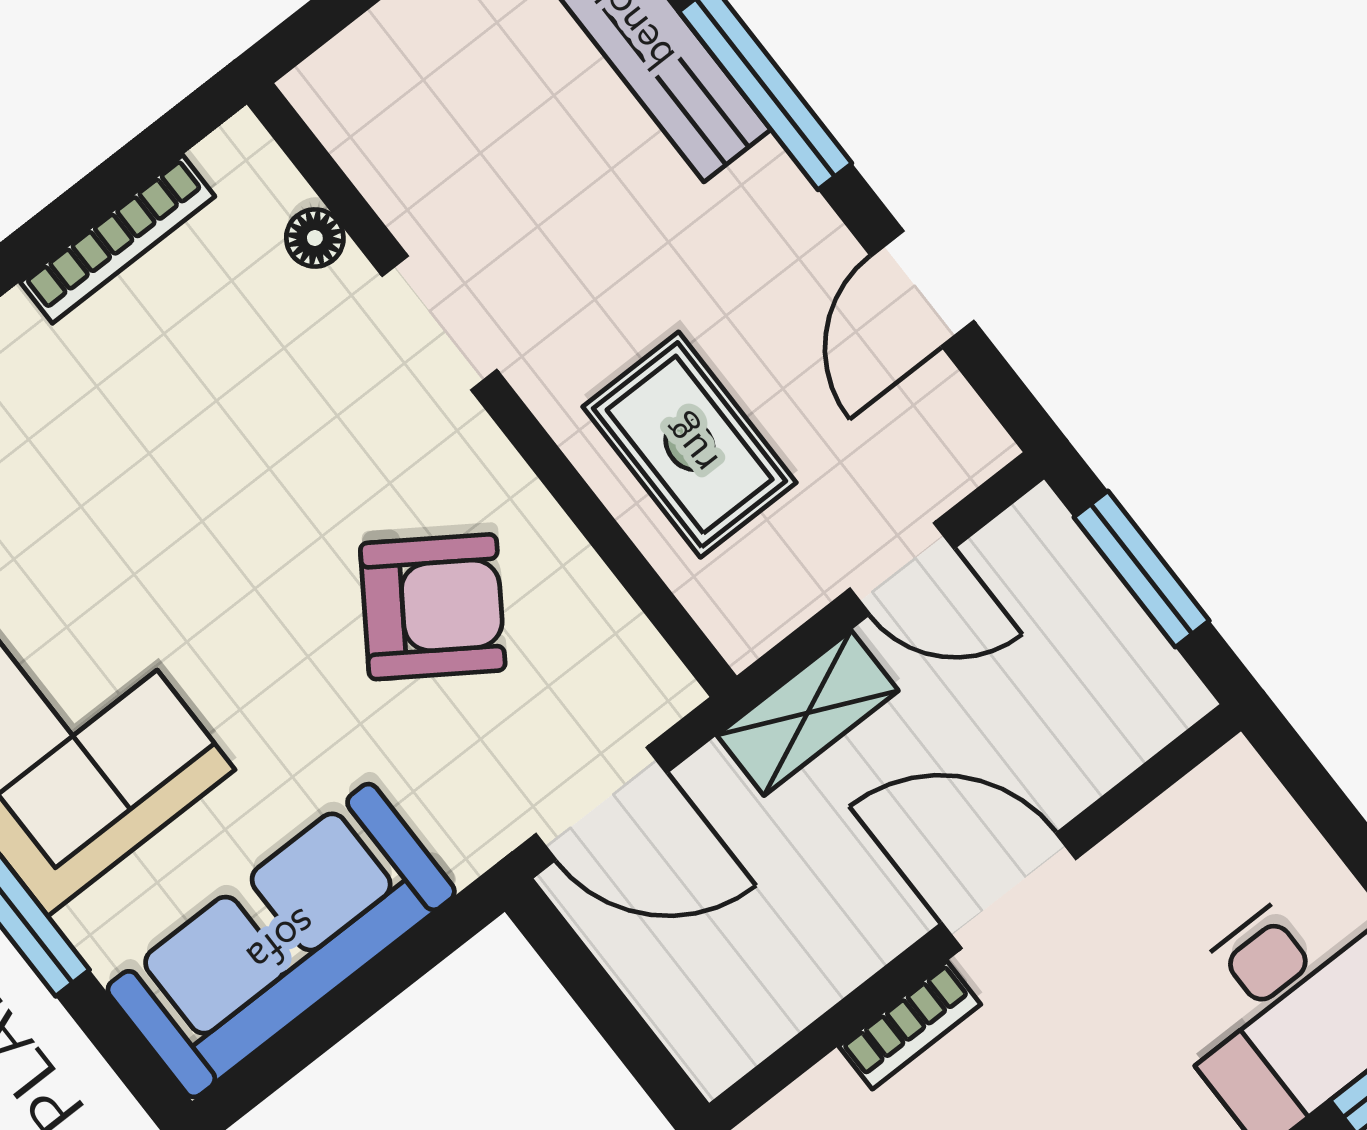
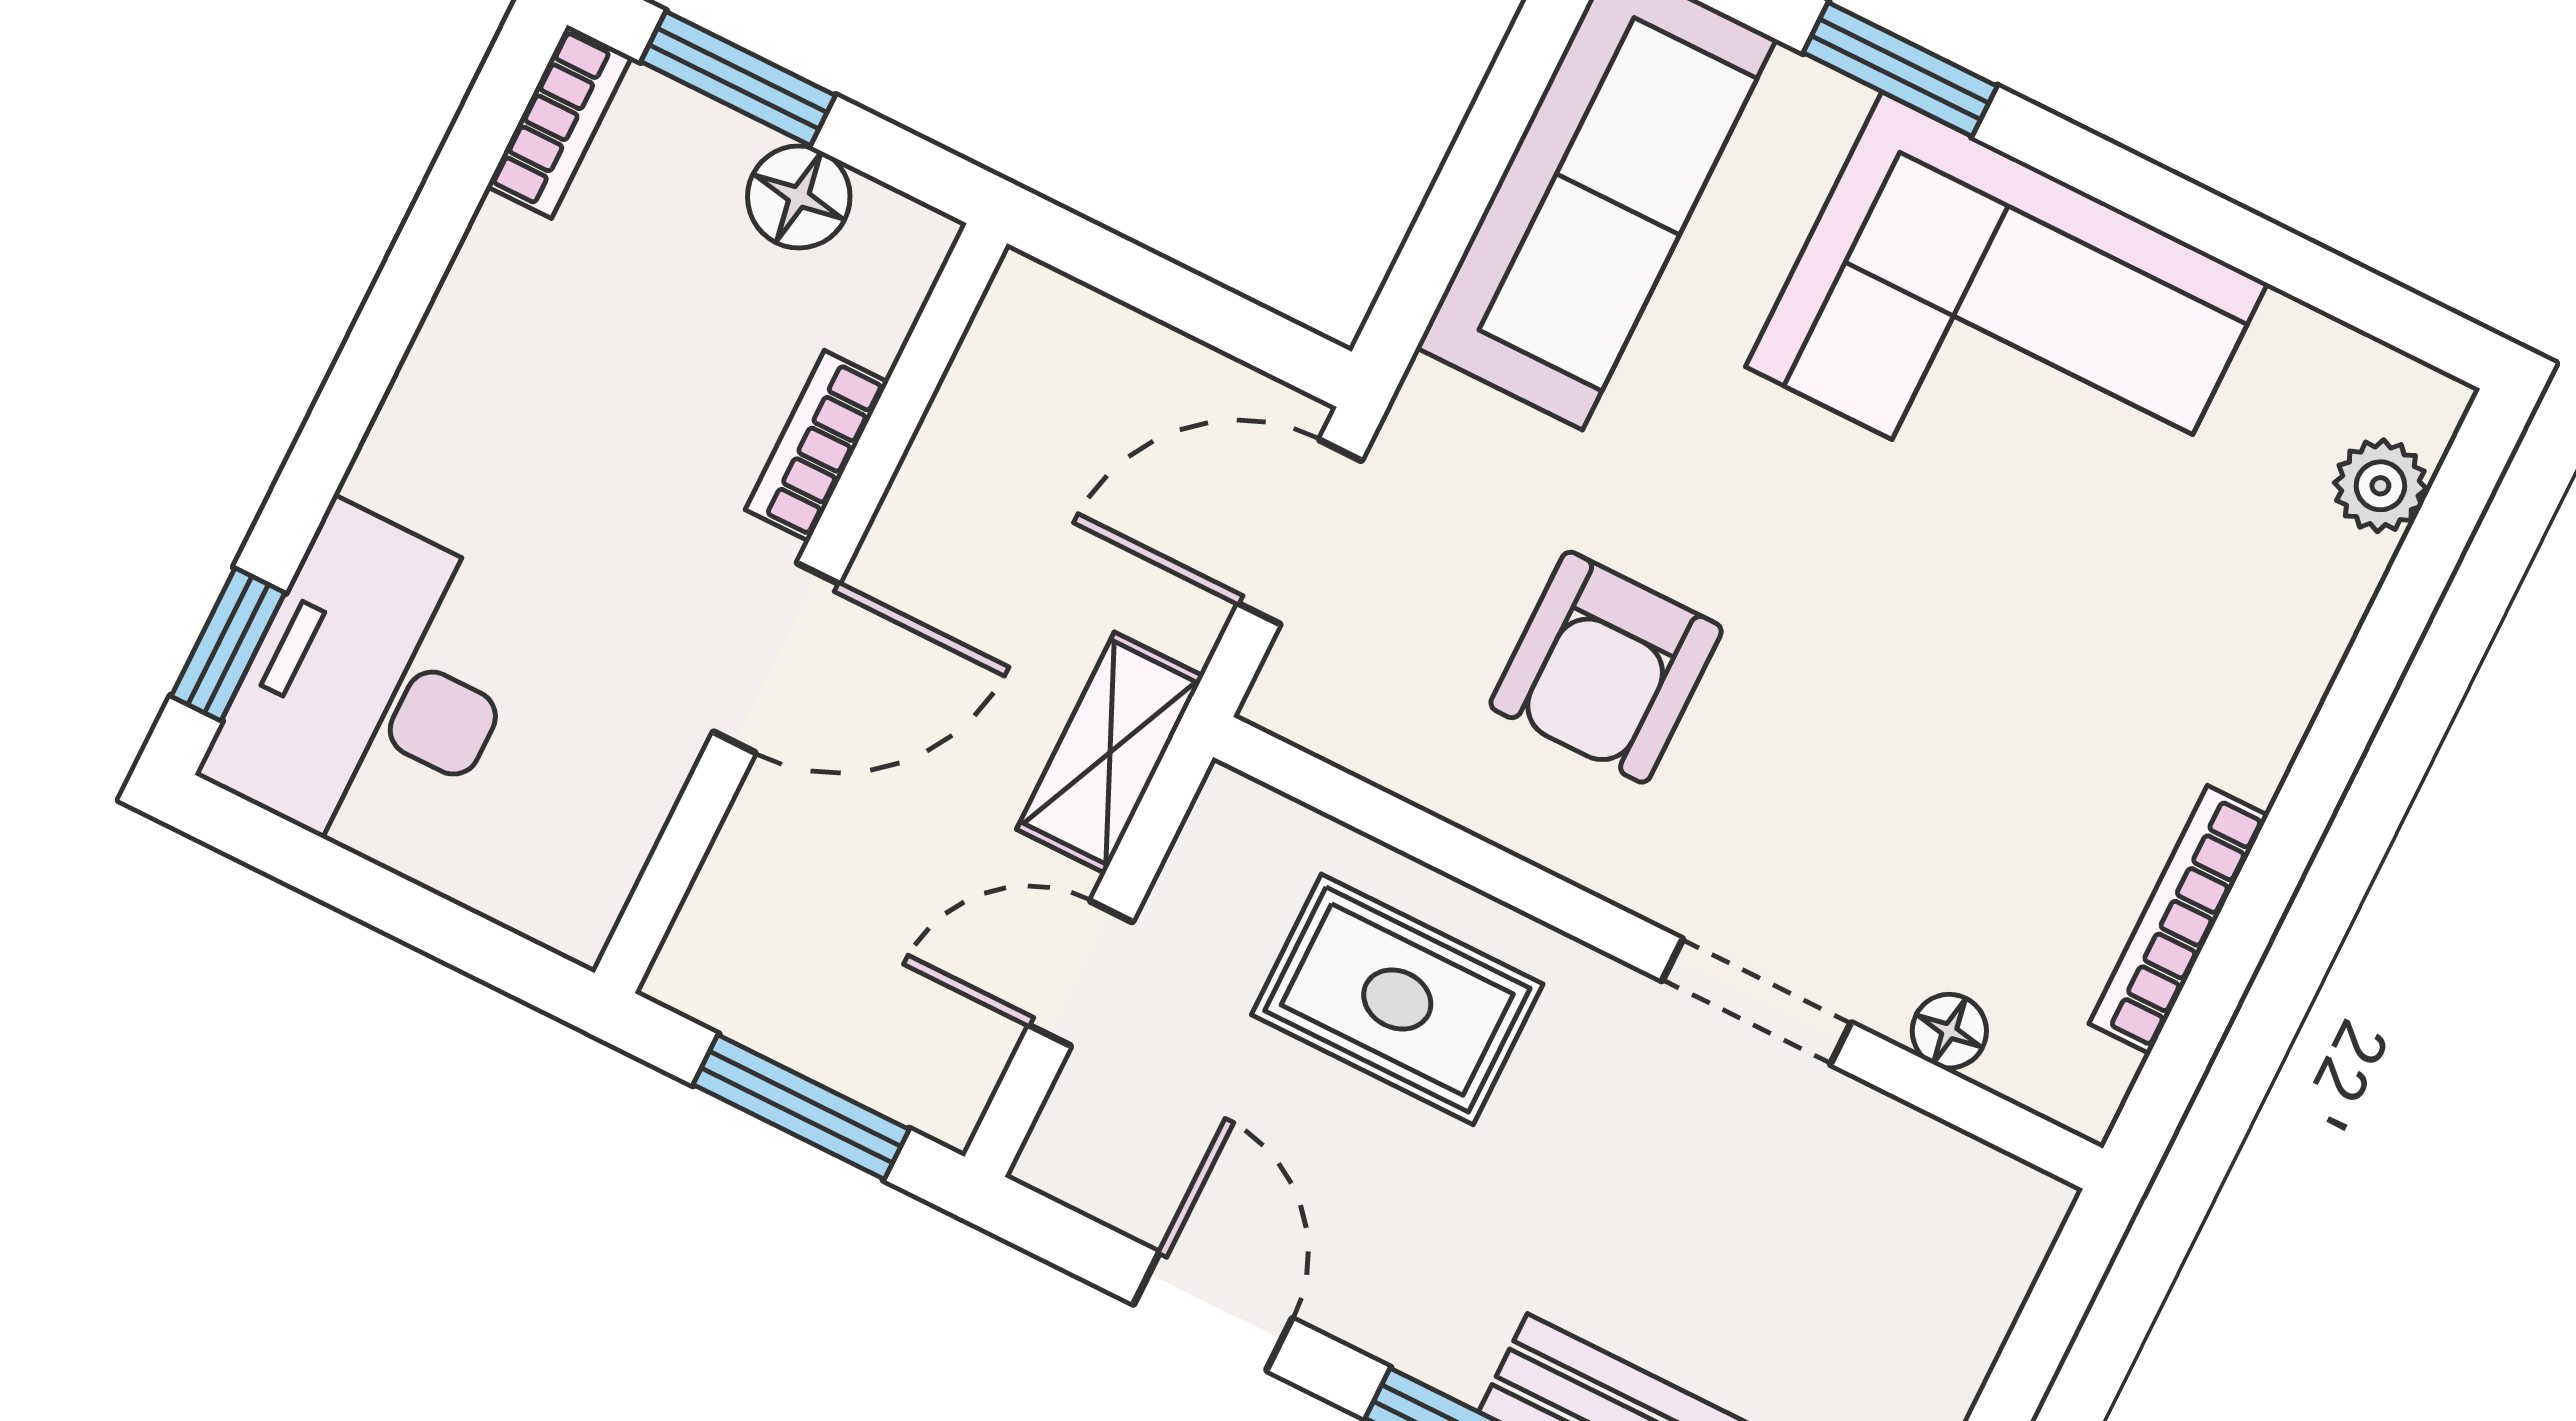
armchair: (433, 607) -> (1606, 667), turned -34

